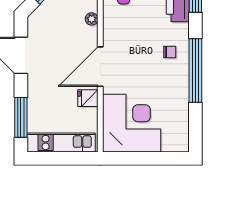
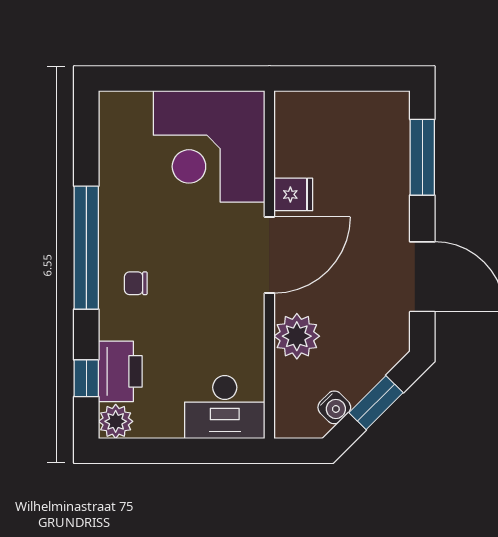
plant: (92, 19) -> (297, 336), width x1.87, depth x1.87
kitchen unit: (61, 143) -> (345, 109), removed

